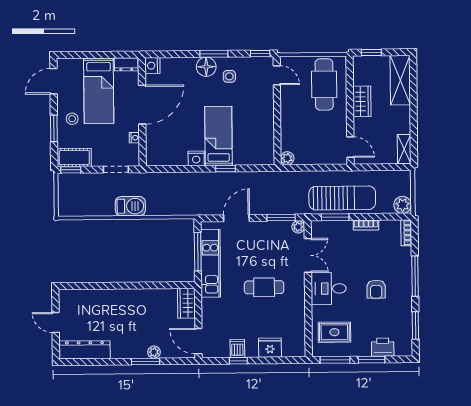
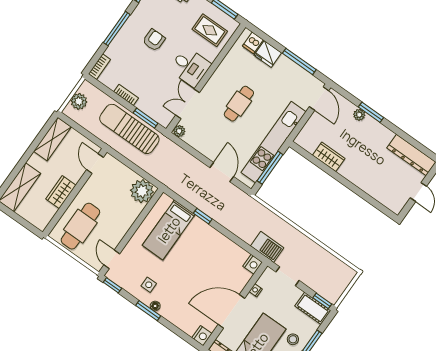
window: (371, 52) -> (26, 224), removed
floor lamp: (206, 67) -> (155, 306), width x0.53, depth x0.53
bed: (218, 136) -> (169, 230), moved
shelving: (404, 149) -> (52, 139), width x1.50, depth x1.33
nightstand: (196, 158) -> (253, 264), moved, turned 90
plant: (287, 158) -> (142, 191), width x1.87, depth x1.87
plant: (403, 205) -> (79, 101), moved
barbecue: (130, 206) -> (267, 247), moved, turned 180
door: (236, 218) -> (222, 172), swing flipped
window: (281, 218) -> (187, 148), removed
kitchen unit: (210, 263) -> (273, 142), width x1.36
cafe table: (264, 287) -> (239, 104), turned 90
wardrobe: (186, 303) -> (329, 157), moved, turned -90
dishwasher: (237, 348) -> (253, 43), moved
window: (238, 361) -> (299, 61), width x2.17

